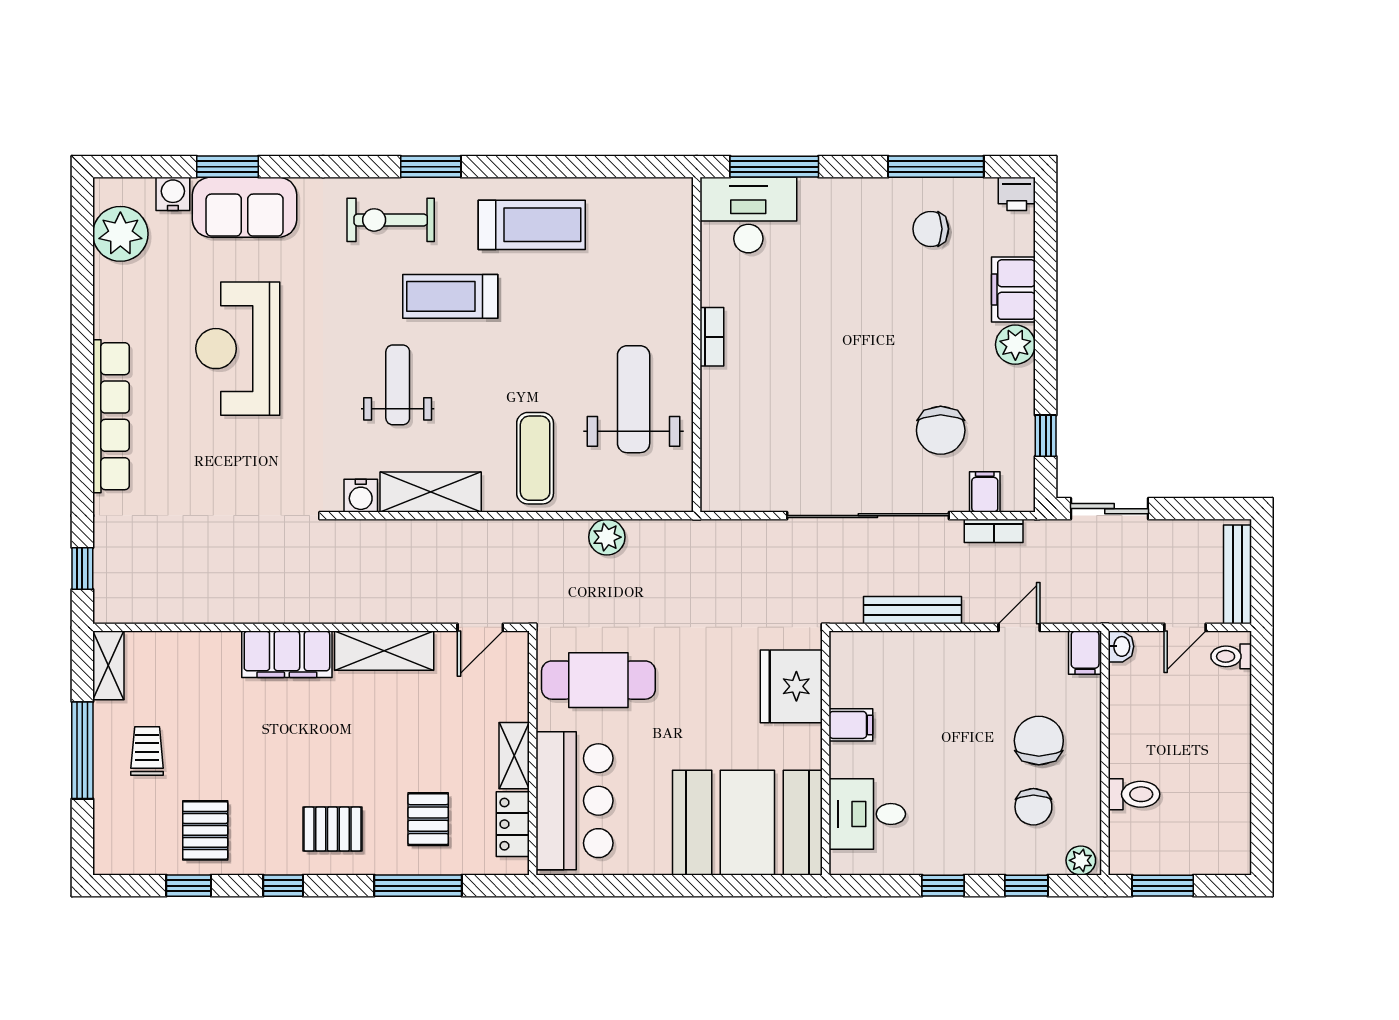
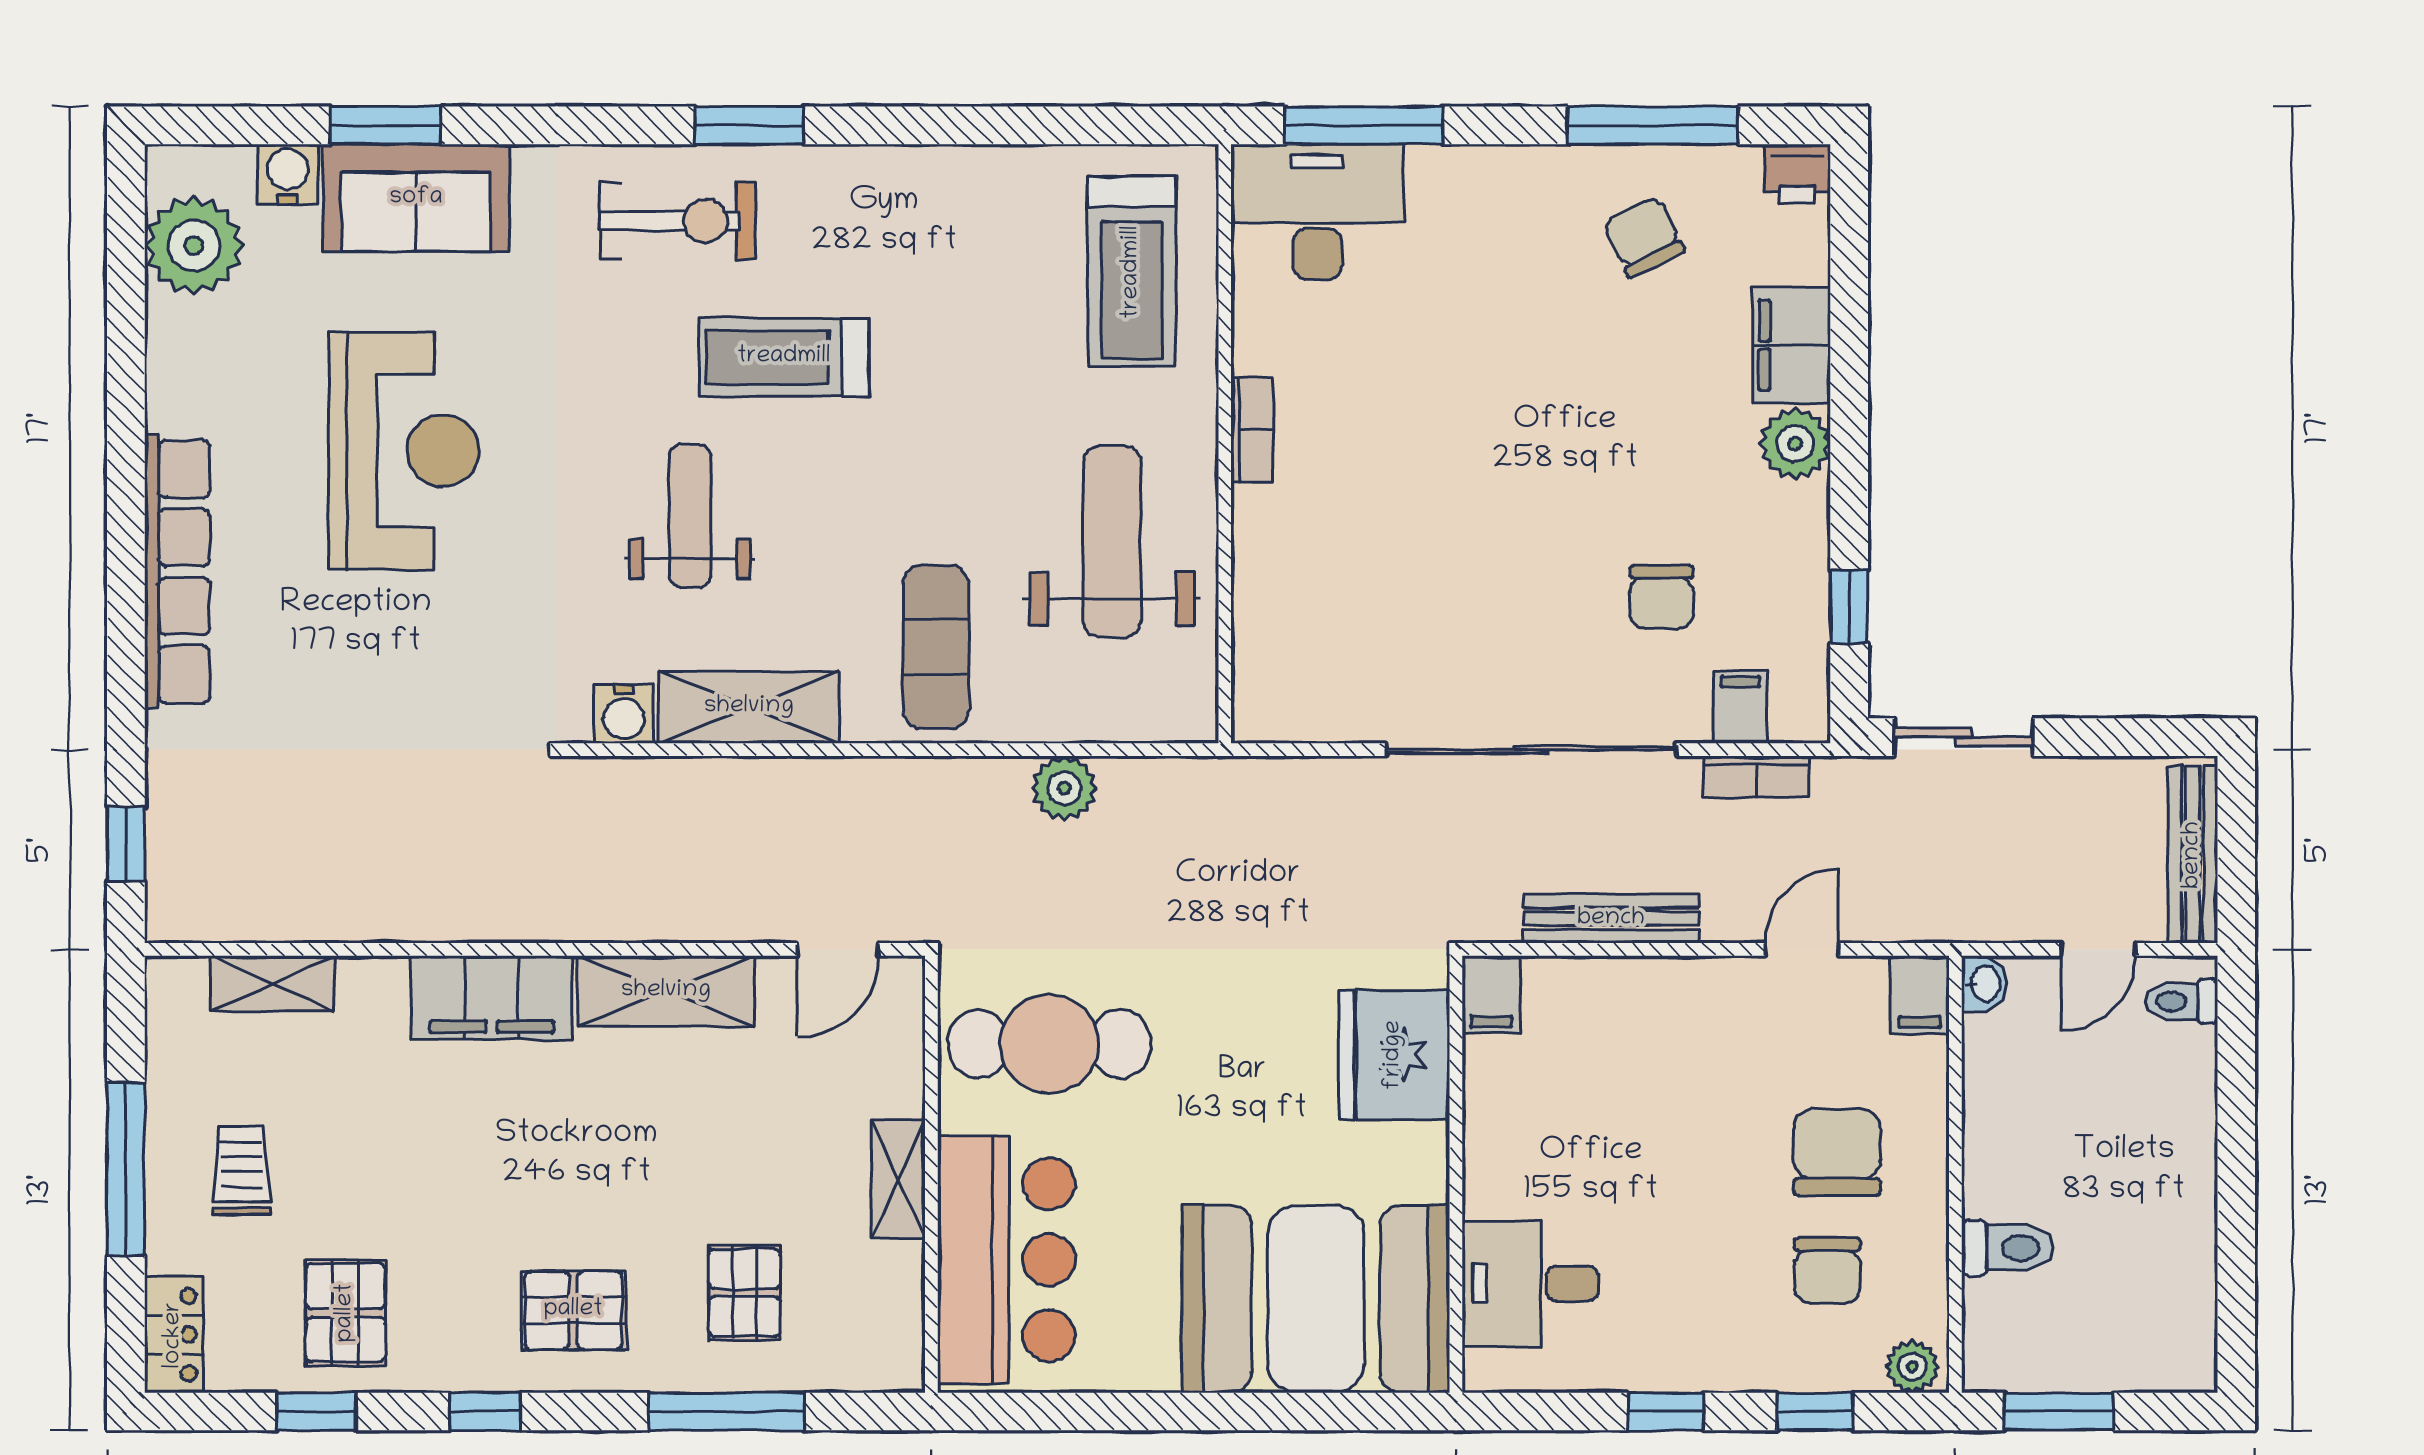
exercise bike: (391, 220) -> (678, 221), turned 180
treadmill: (532, 225) -> (1132, 272), moved, turned 90
chair: (931, 229) -> (1644, 237), turned 64
reception desk: (238, 349) -> (404, 451), turned 180
chair: (941, 430) -> (1661, 597), width x0.73, depth x0.73
shelving: (108, 665) -> (273, 984), moved, turned 90
filing cabinet: (851, 725) -> (1491, 994), moved, turned 90
locker: (513, 824) -> (174, 1335), moved, turned 180

